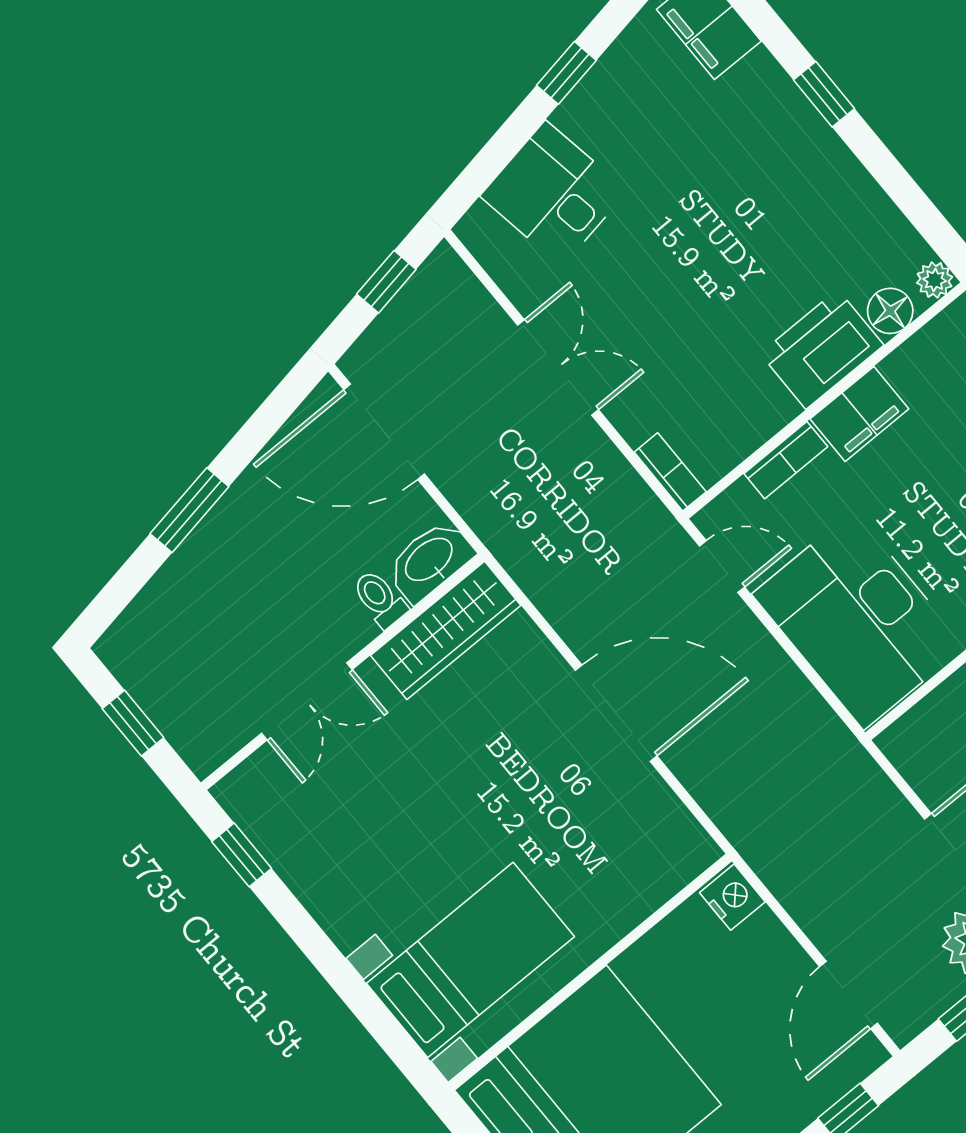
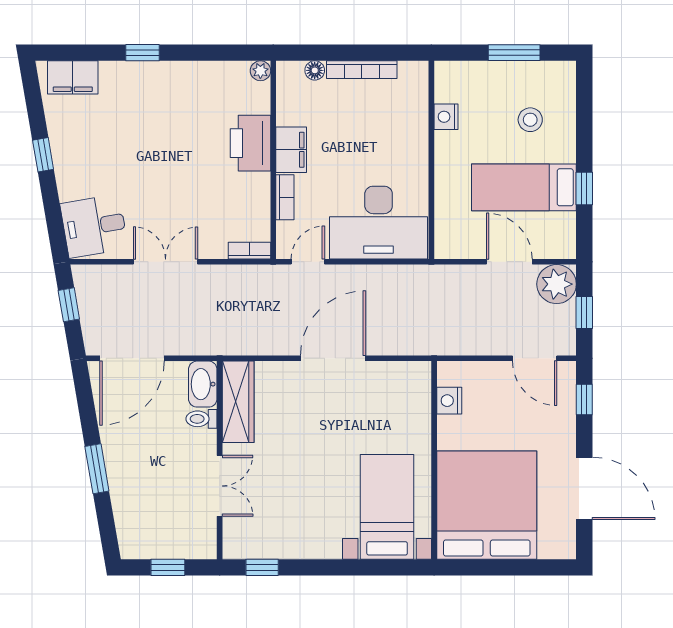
desk: (554, 194) -> (94, 226), moved
floor lamp: (890, 311) -> (258, 101), removed
nightstand: (732, 897) -> (449, 401), moved, turned -90

